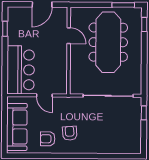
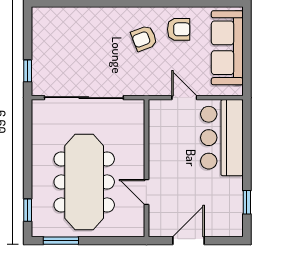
armchair: (70, 133) -> (144, 38), turned 73

